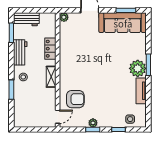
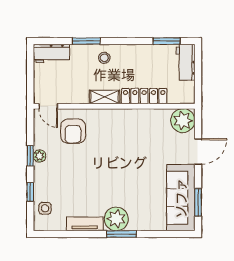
plant: (64, 17) -> (183, 121), width x1.87, depth x1.87
locker: (50, 49) -> (144, 96), width x1.53
workbench: (20, 52) -> (51, 53), moved

